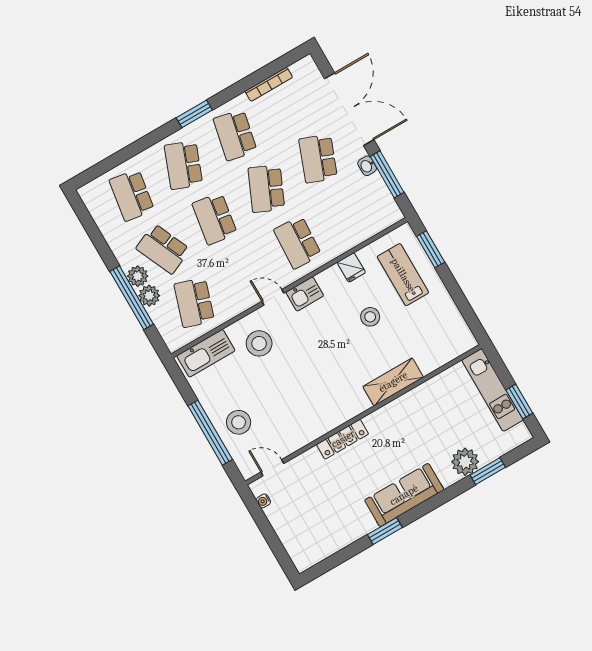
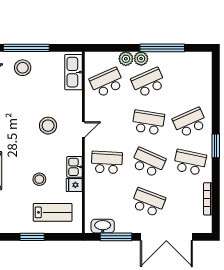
school desk: (183, 165) -> (190, 122), turned -45
washbasin: (367, 166) -> (103, 226), moved, width x1.91, depth x1.45
school desk: (132, 195) -> (190, 82), removed
window: (431, 249) -> (32, 237), moved
kitchen sink: (305, 294) -> (75, 167), moved
window: (132, 298) -> (162, 48), moved
school desk: (194, 303) -> (107, 82), turned -42
stool: (259, 343) -> (48, 126), moved

